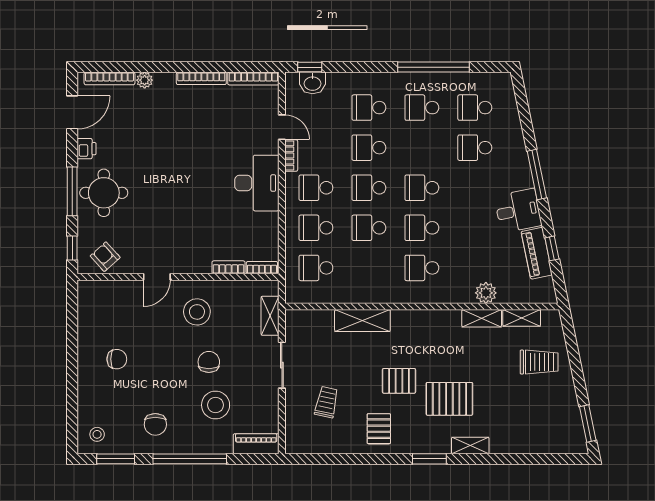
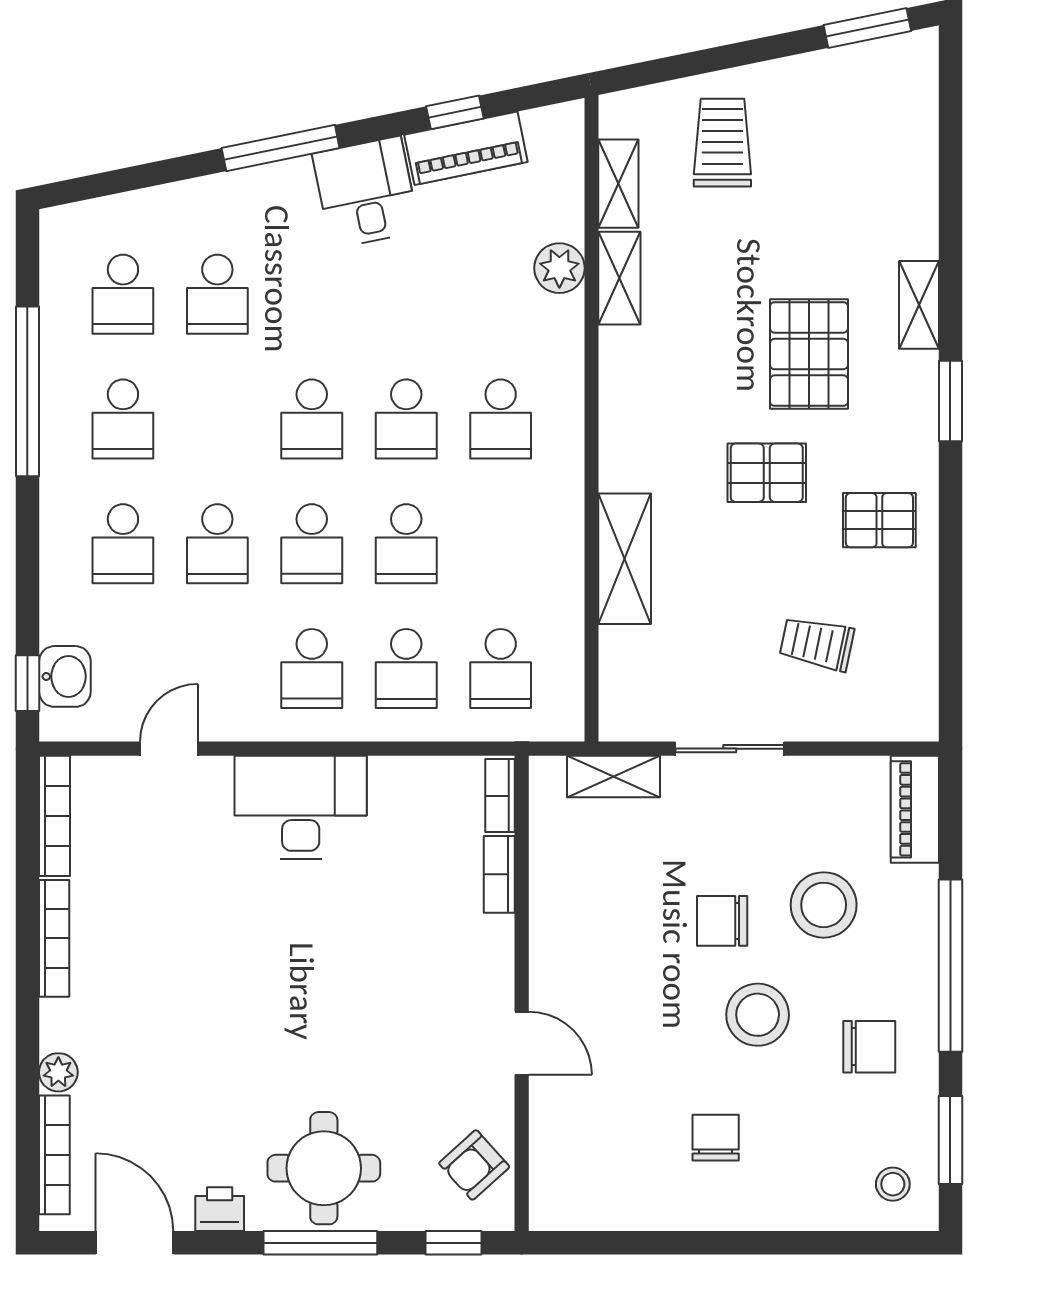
bookcase: (291, 155) -> (236, 727), removed
stool: (197, 312) -> (758, 1015), moved
pallet: (399, 381) -> (767, 473), turned 90

